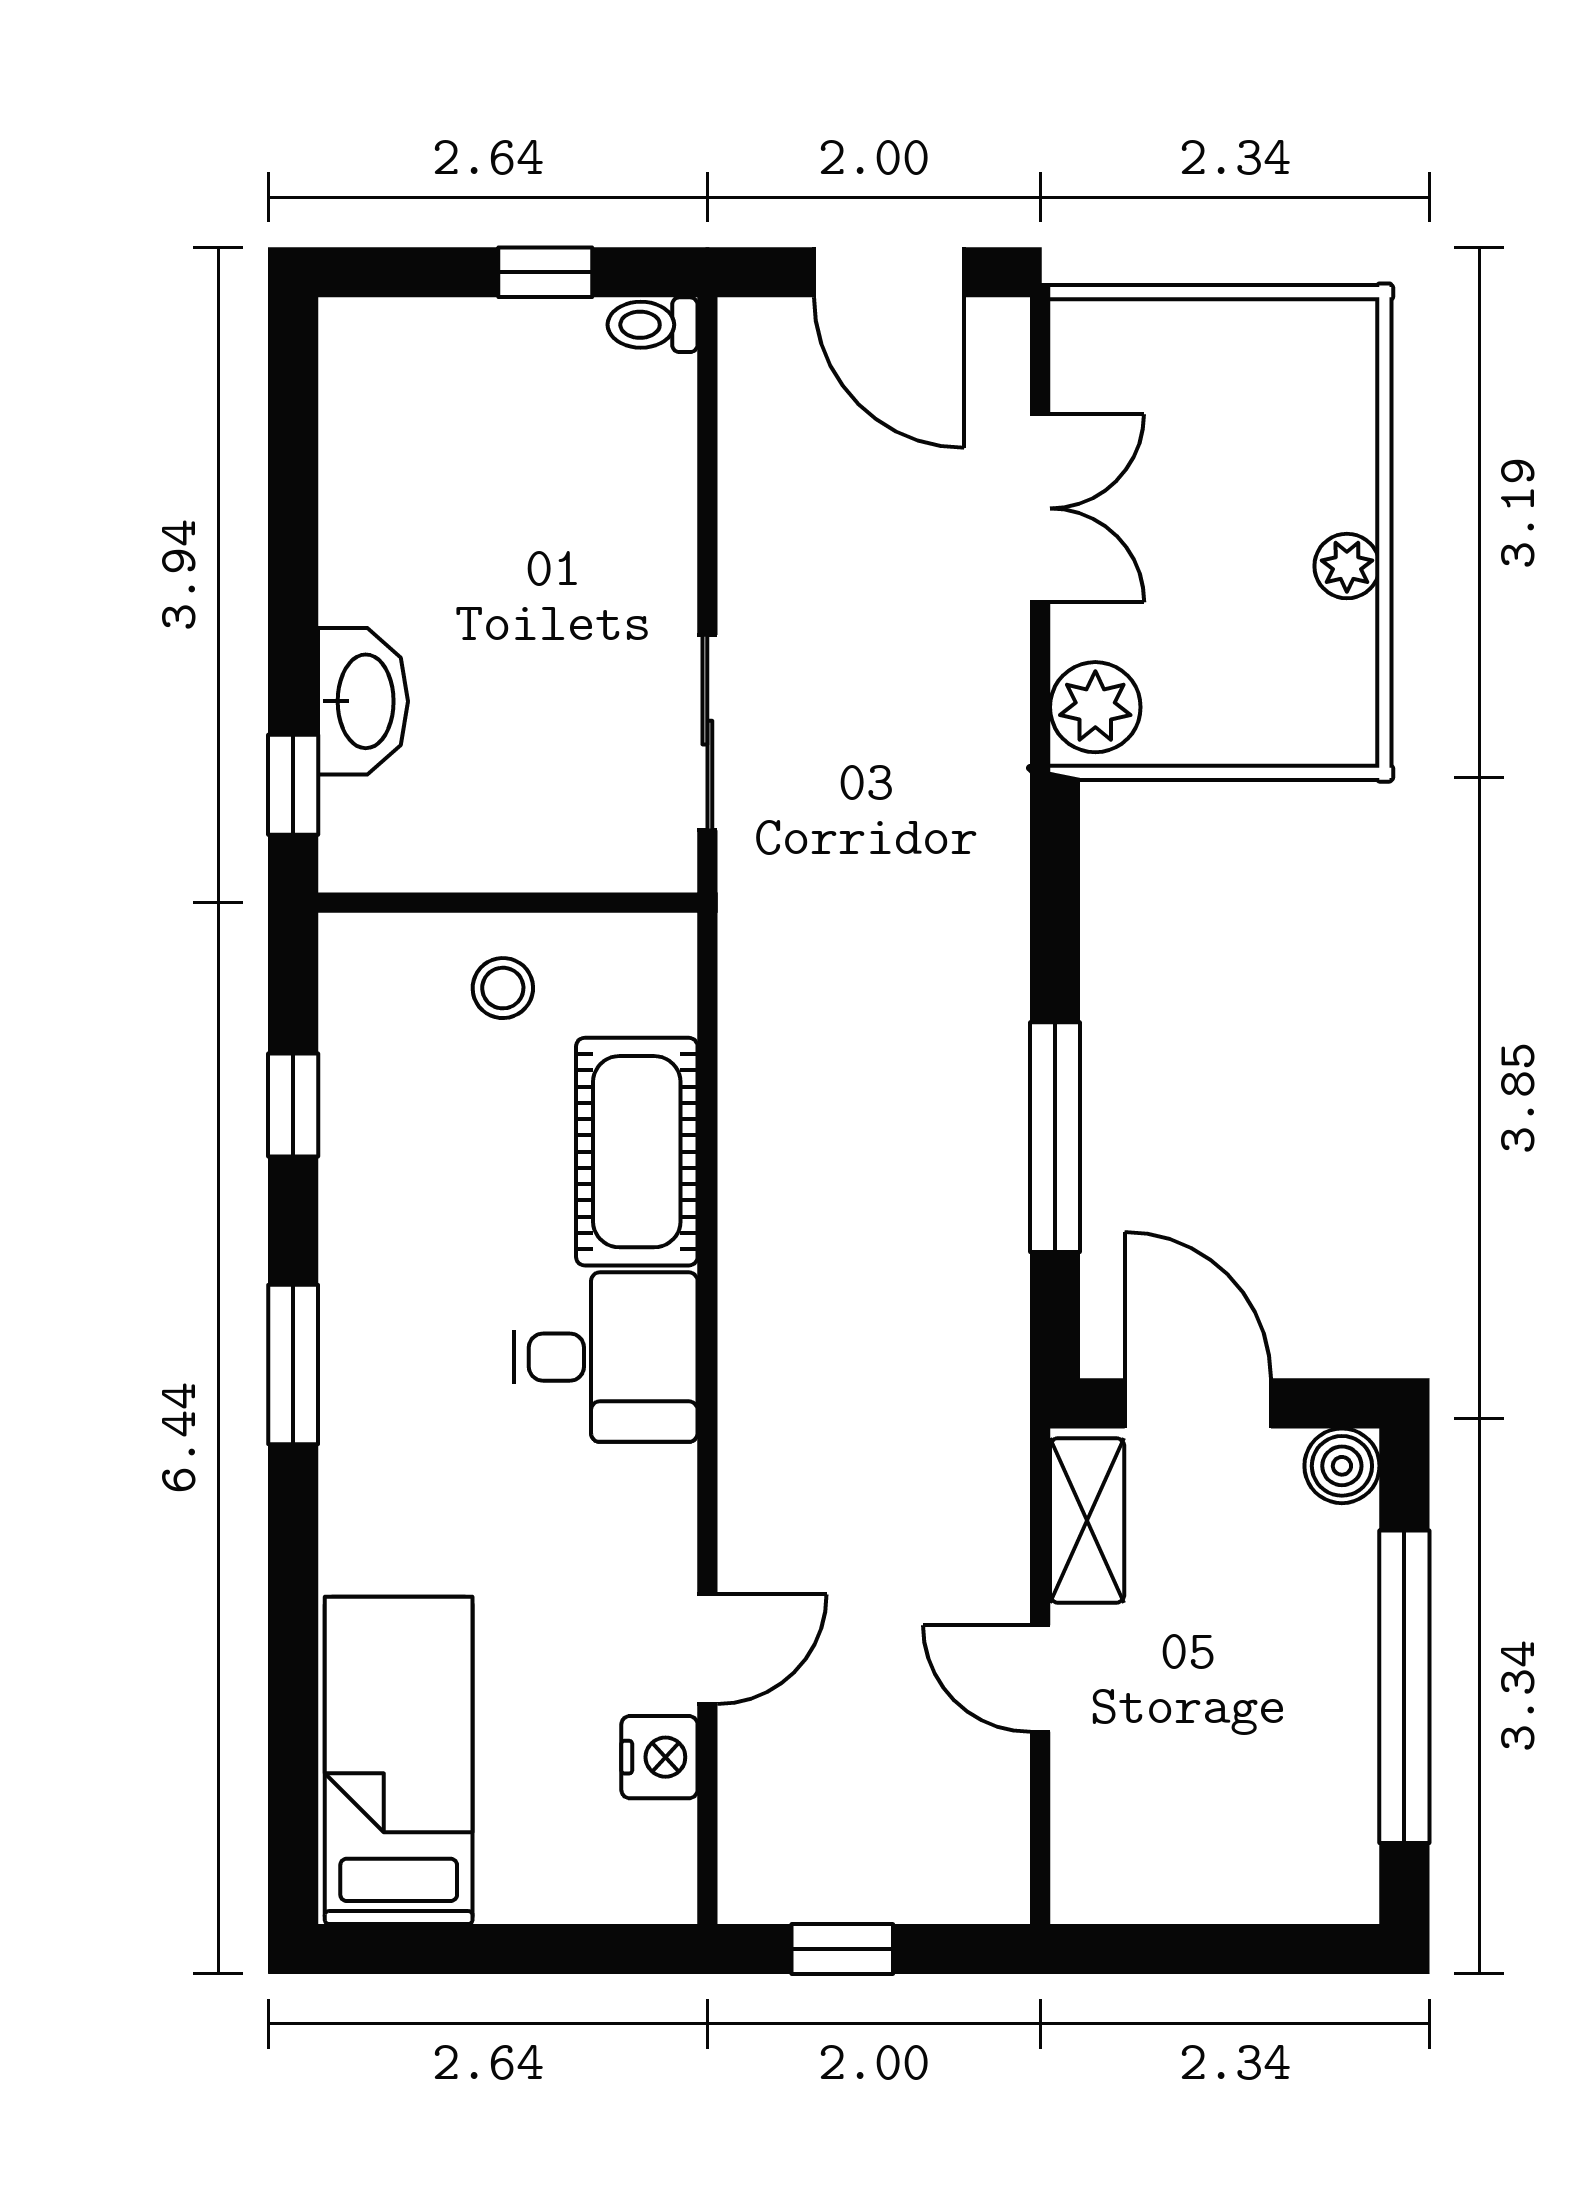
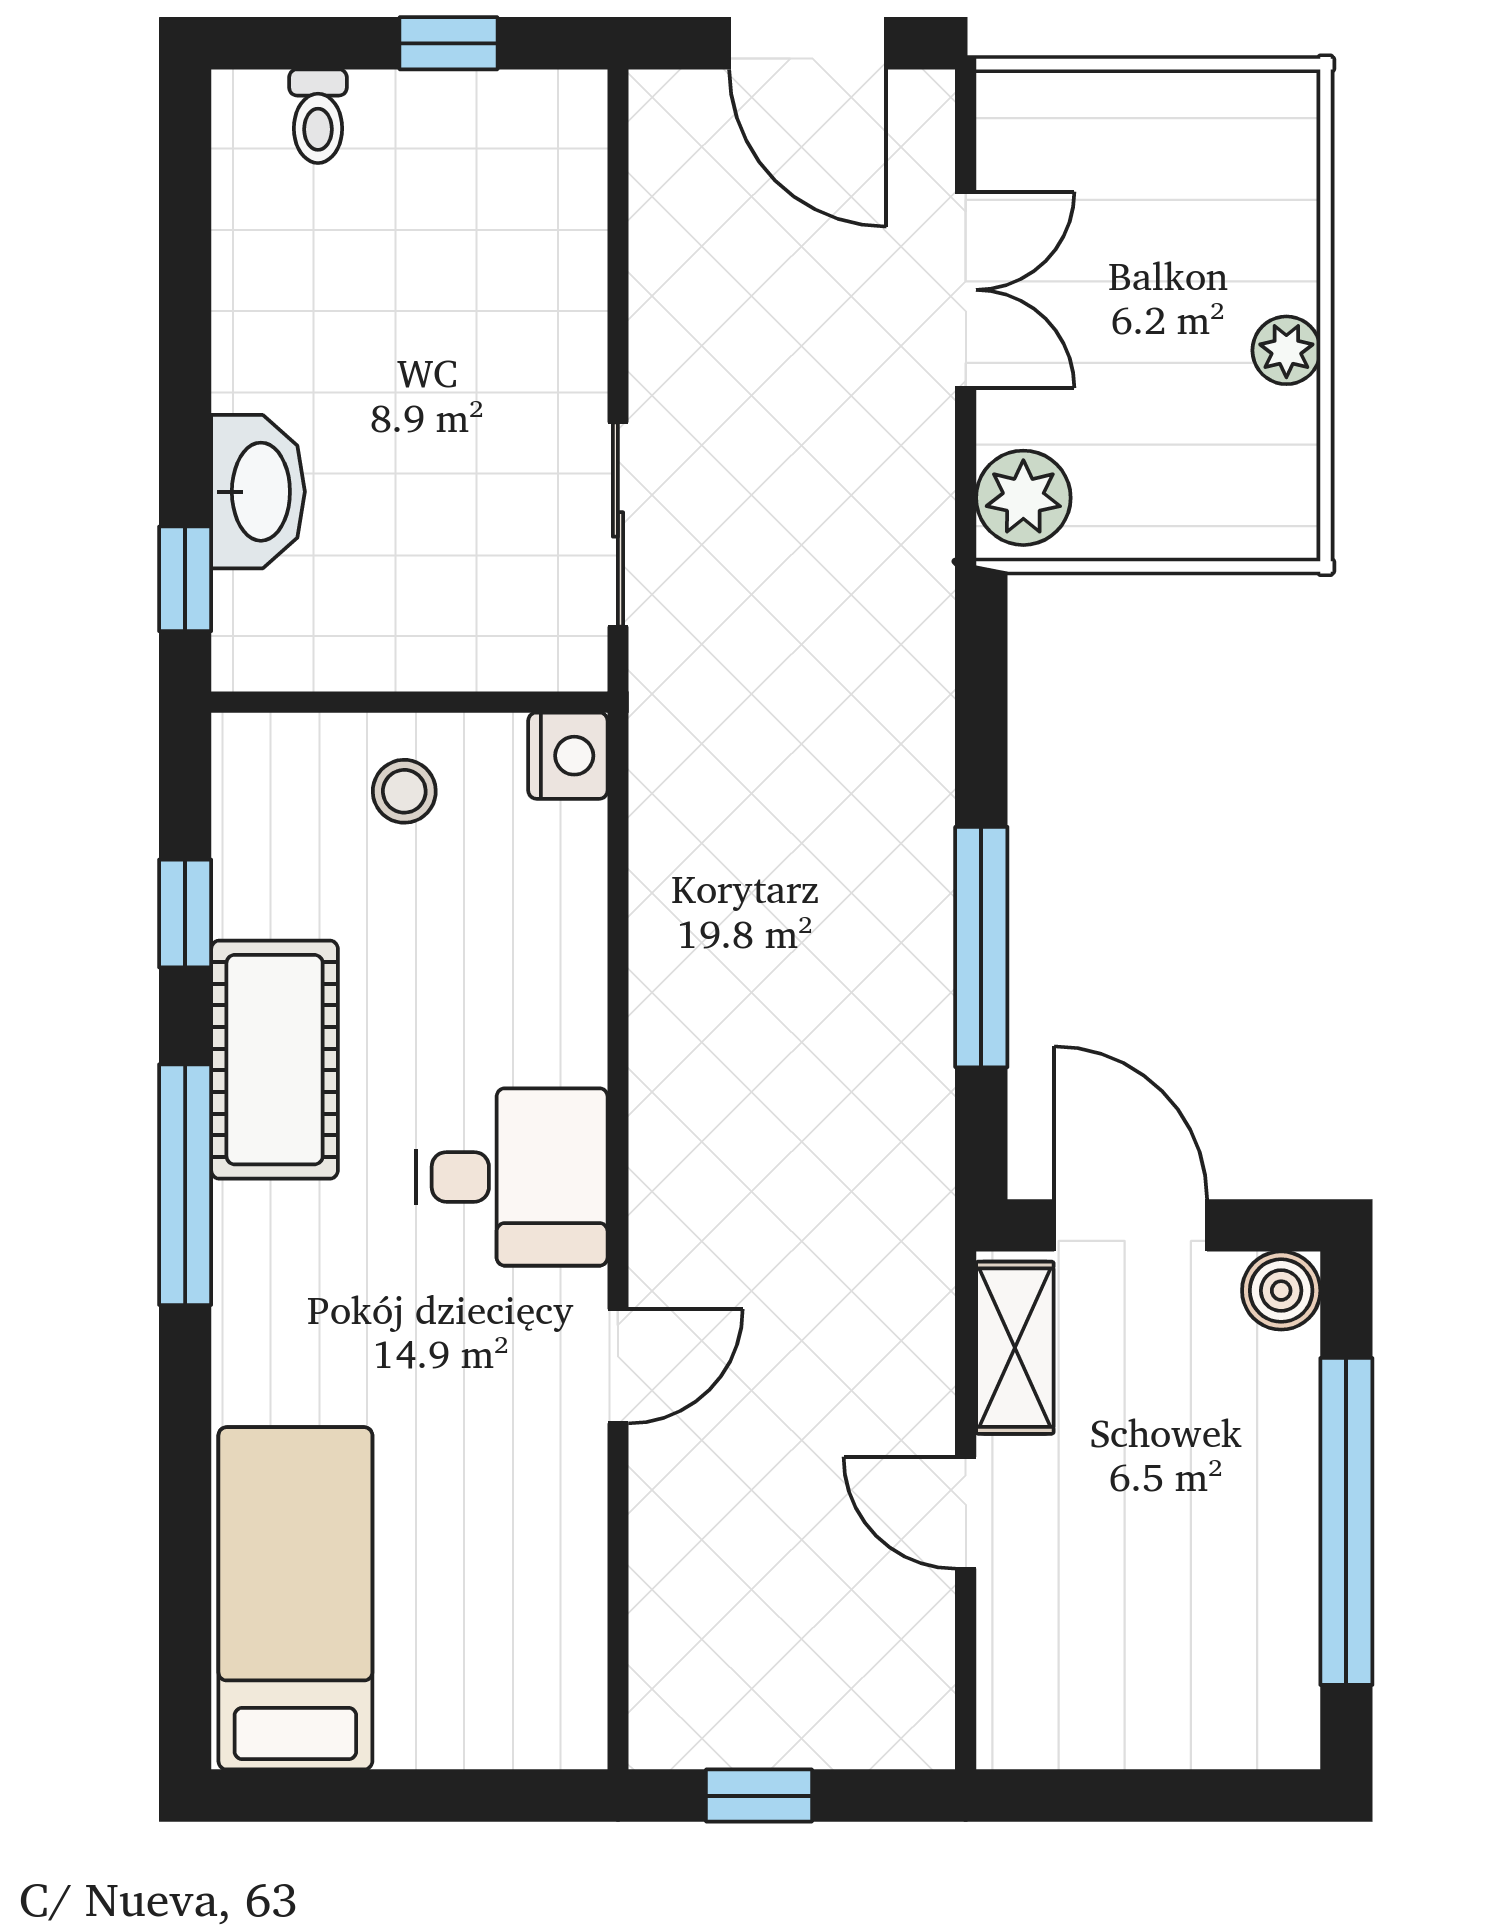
toilet: (653, 325) -> (318, 116), moved, turned -90
cot: (637, 1152) -> (275, 1060), moved
window: (293, 1365) -> (185, 1185), width x1.44
door: (707, 1649) -> (618, 1366), moved
nightstand: (659, 1757) -> (568, 756), moved

